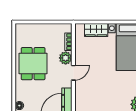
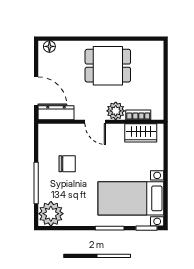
wardrobe: (96, 30) -> (141, 133), moved, turned -90
chair: (104, 93) -> (67, 164), added

